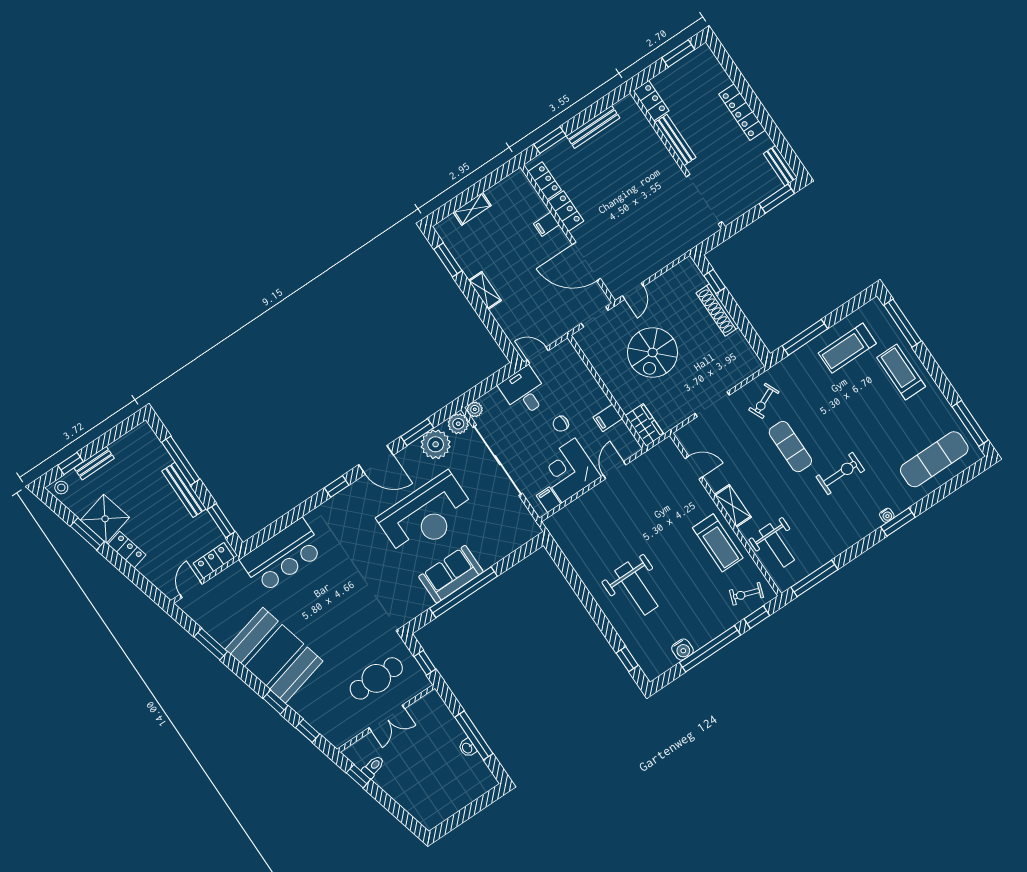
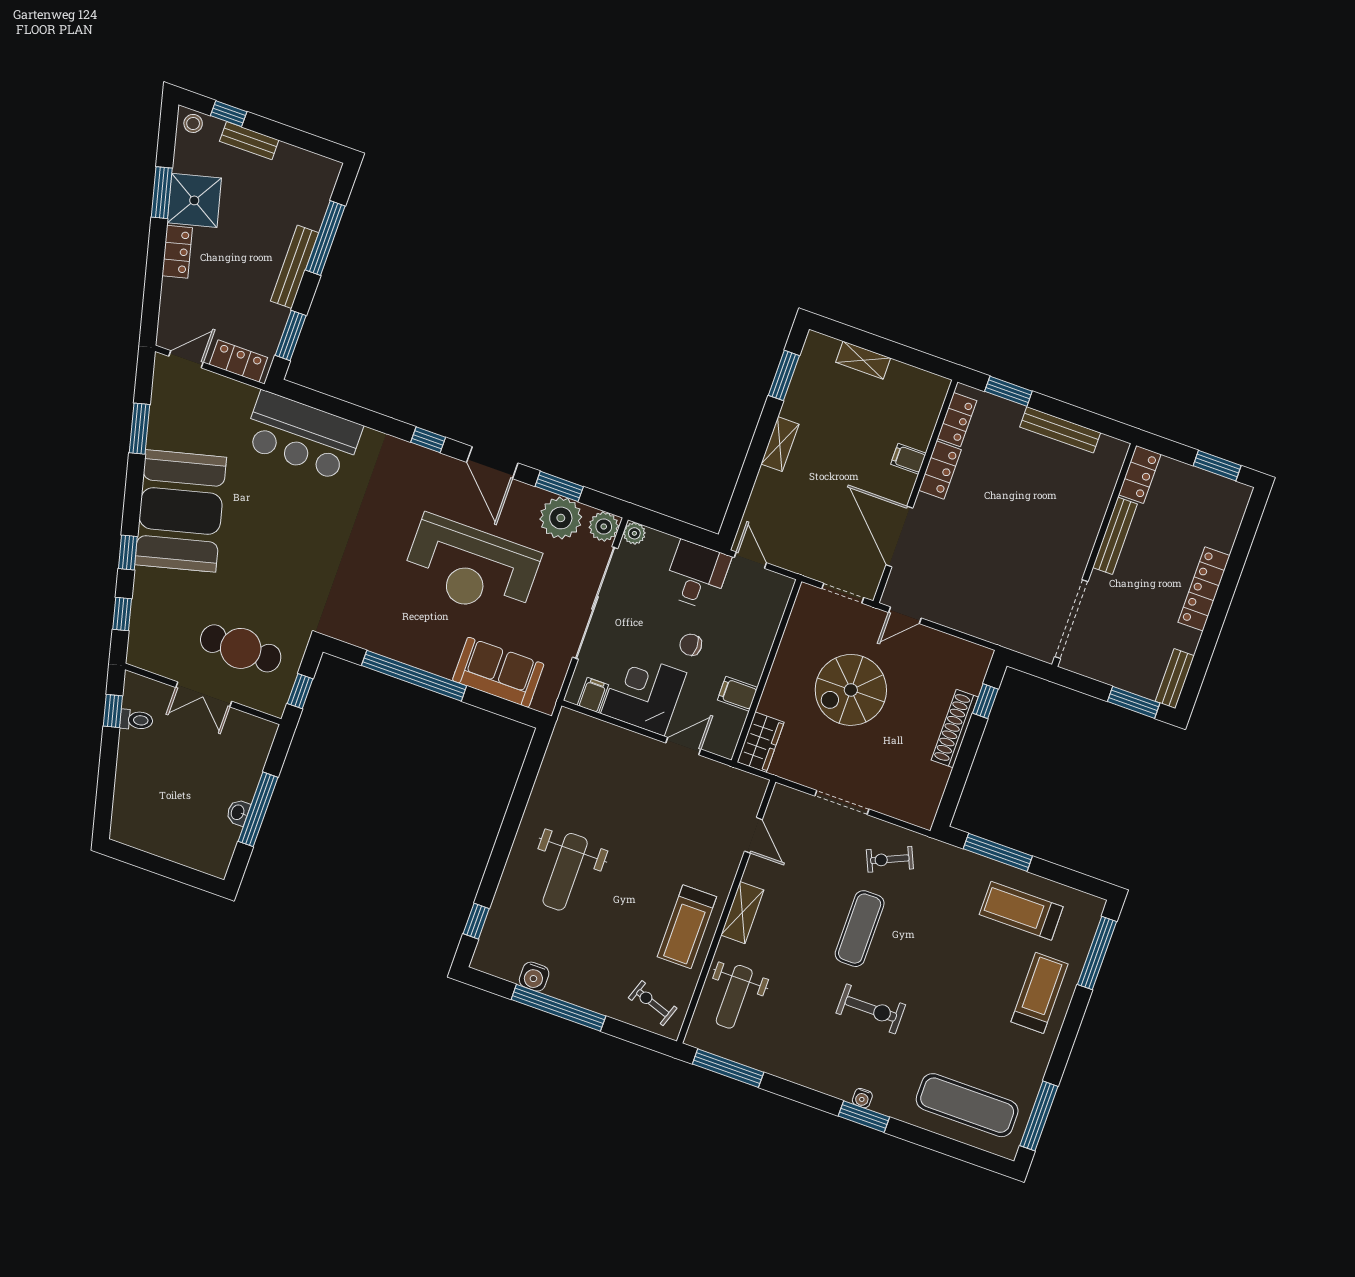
sofa: (451, 574) -> (498, 672), moved
window: (757, 617) -> (635, 1035), removed

